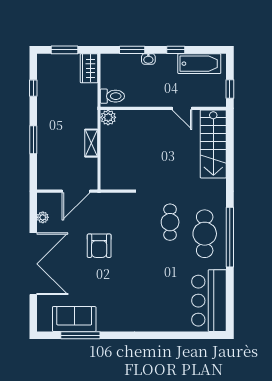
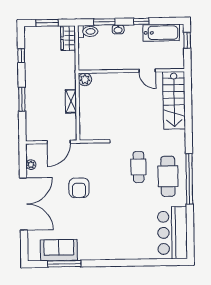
window: (230, 89) -> (187, 40), moved
toilet: (112, 96) -> (88, 31), moved

